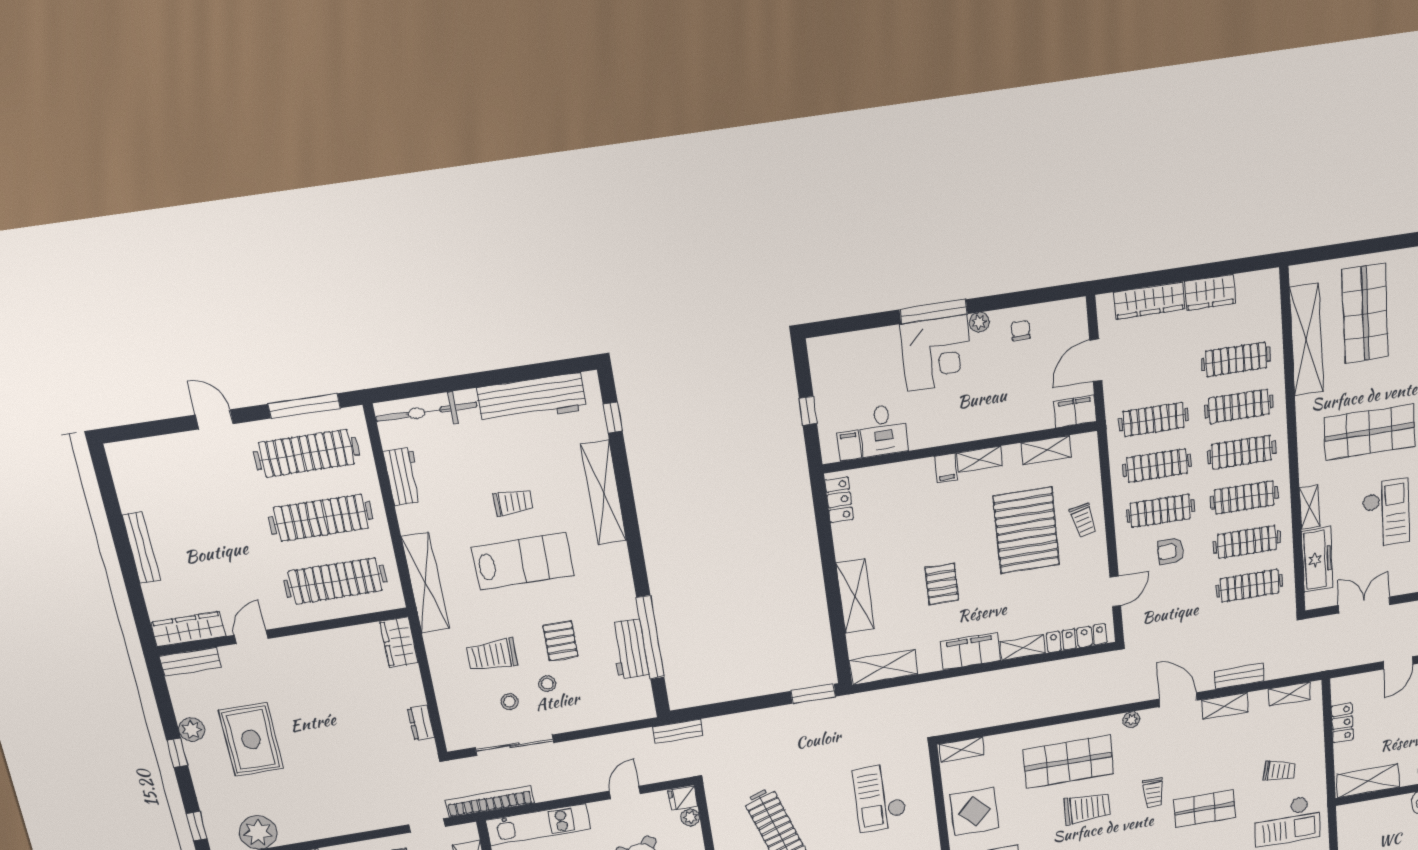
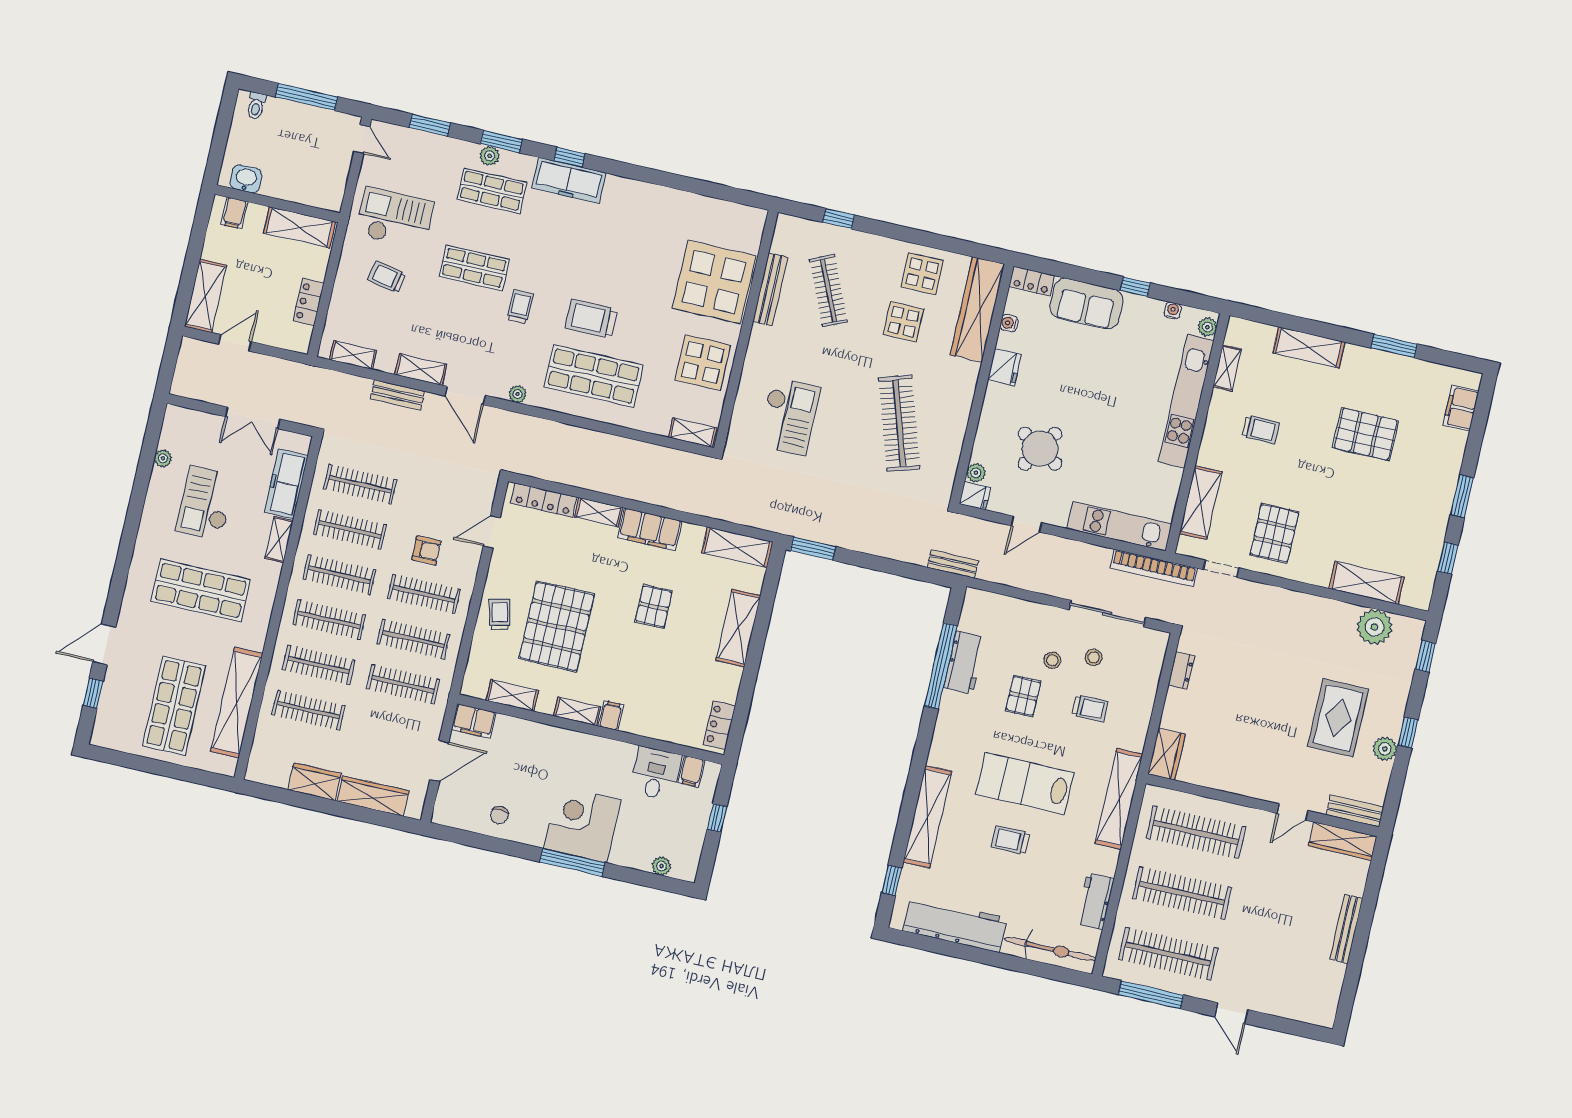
plant: (979, 322) -> (661, 866), moved
trolley: (492, 655) -> (1090, 708), width x0.73, depth x0.72

